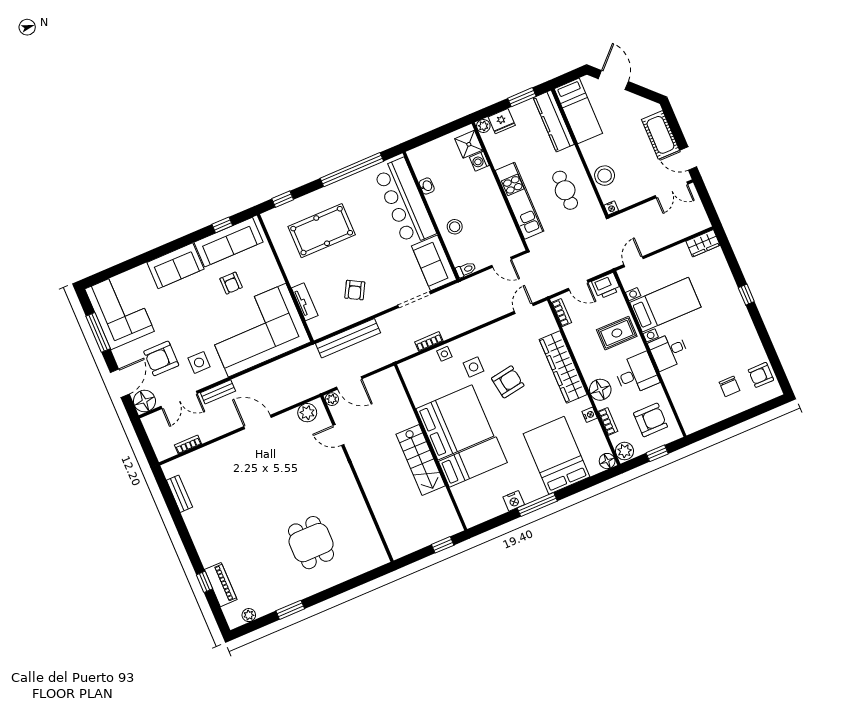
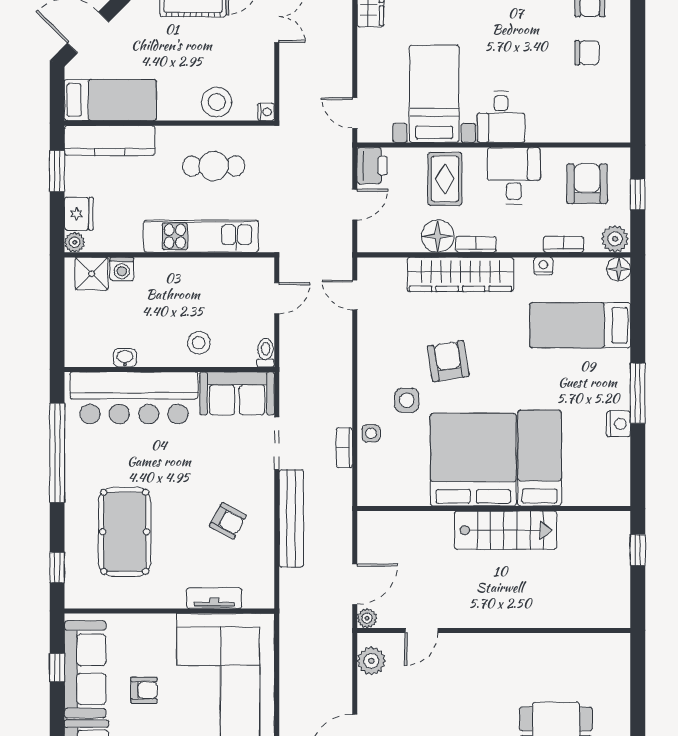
bookcase: (561, 313) -> (476, 244), moved
bench: (348, 338) -> (291, 518), moved
floor lamp: (600, 390) -> (438, 236), moved
bed: (557, 455) -> (580, 325), width x0.67

